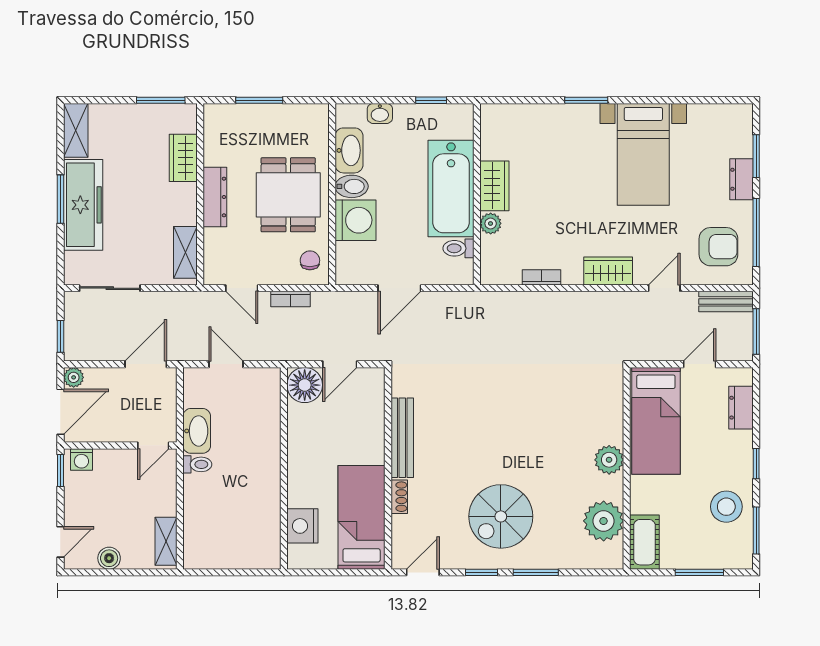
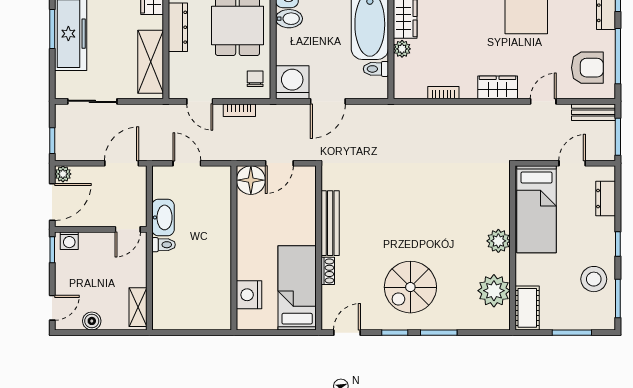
washing machine: (356, 220) -> (292, 82), moved, turned -90
shelving: (185, 252) -> (151, 62), width x1.50, depth x1.33

